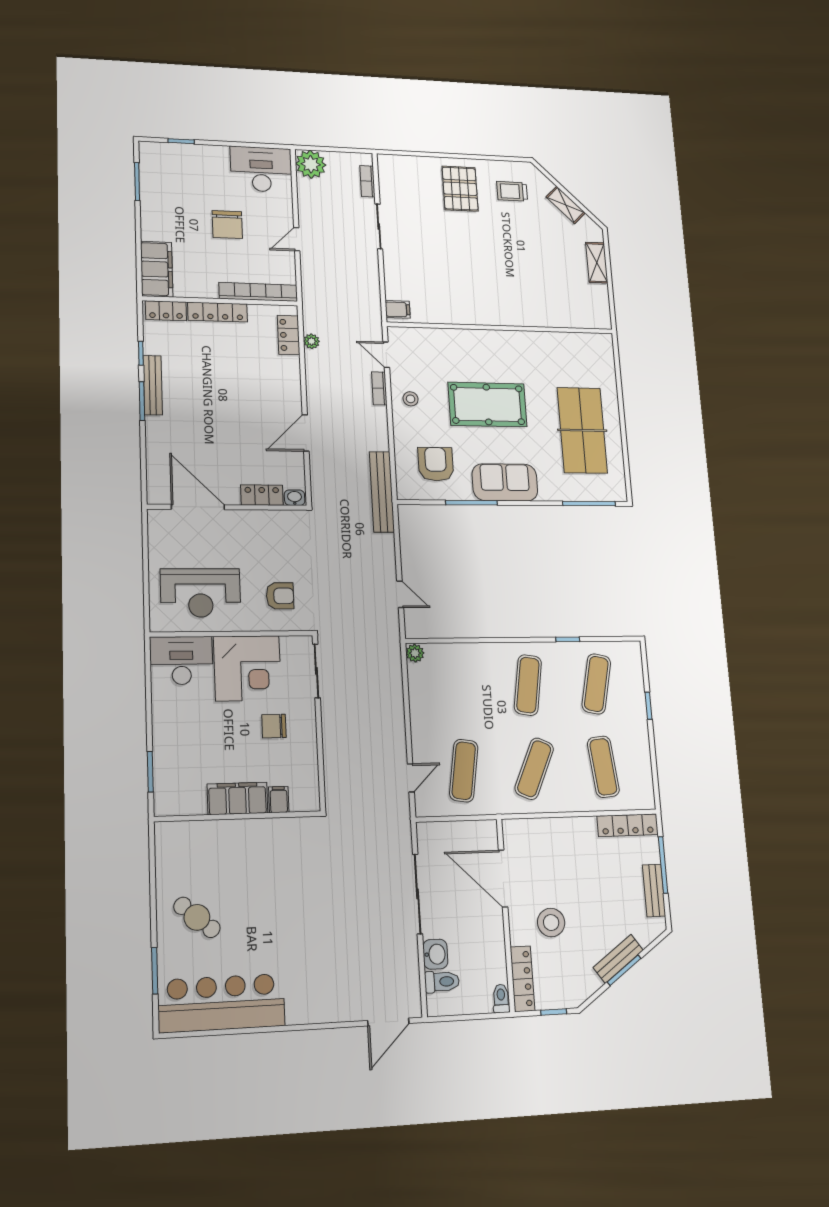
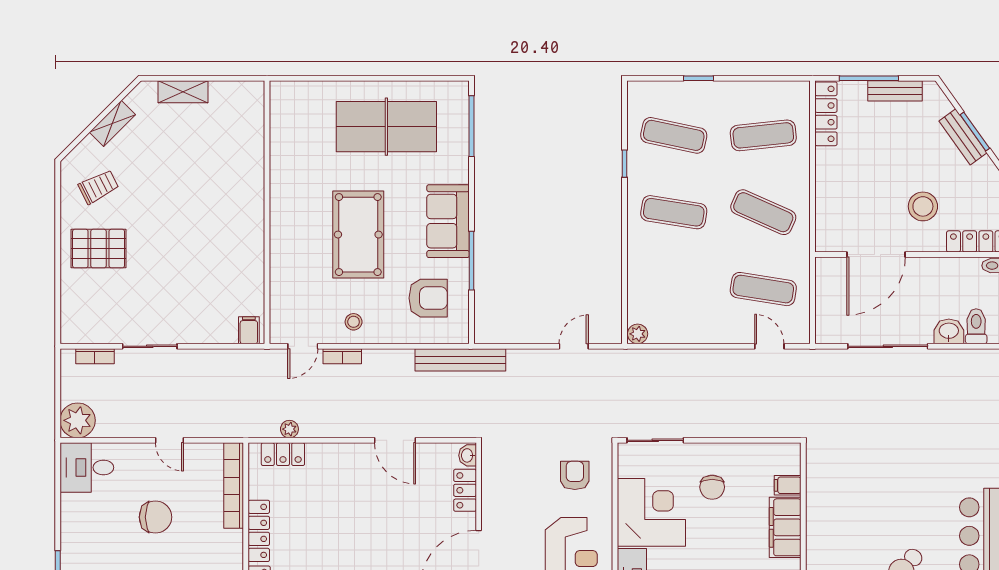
desk: (261, 169) -> (87, 467), width x0.73
trolley: (512, 191) -> (99, 187), turned -117
armchair: (436, 464) -> (428, 298), turned 180

